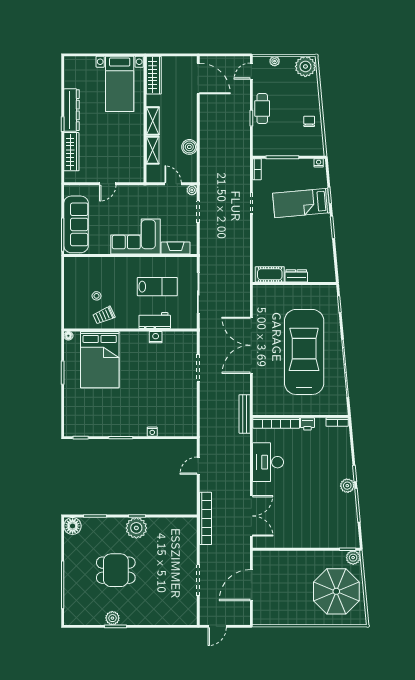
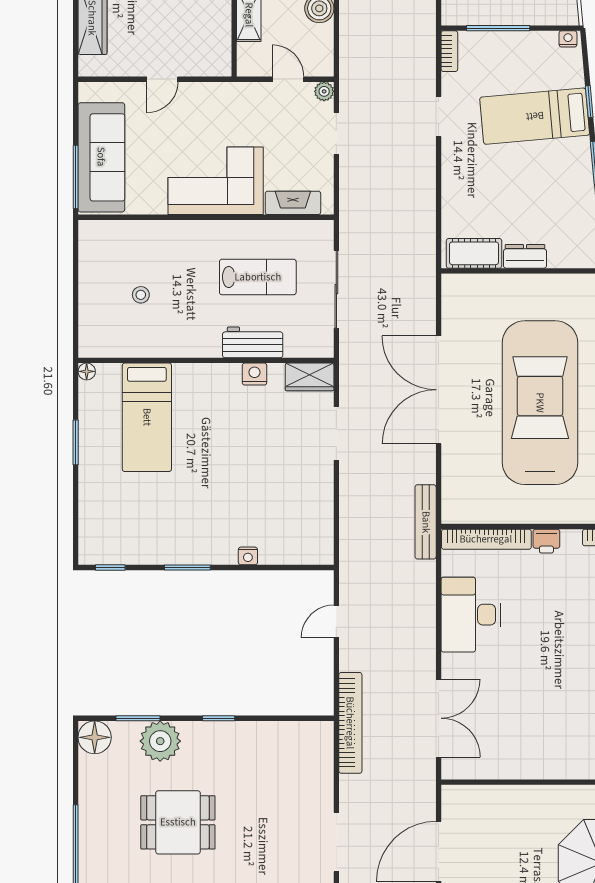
trolley: (104, 315) -> (155, 332), removed
wardrobe: (184, 339) -> (310, 377), added
bed: (100, 360) -> (147, 417), width x0.67
plant: (136, 528) -> (160, 741), moved

